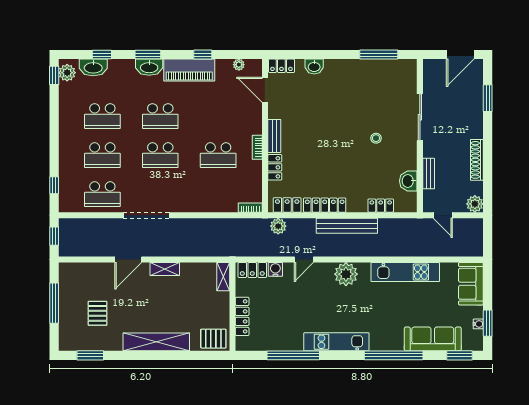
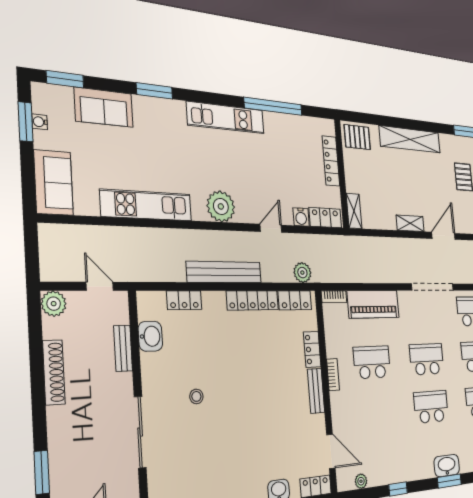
piano: (189, 70) -> (373, 304), moved, turned 180
sofa: (433, 339) -> (104, 107), width x0.73
window: (394, 355) -> (155, 91), width x0.47

